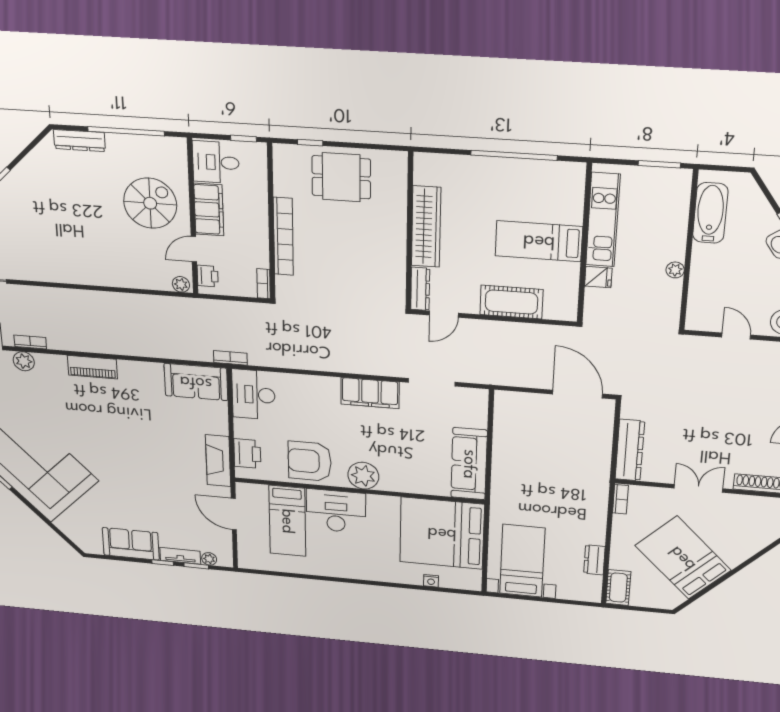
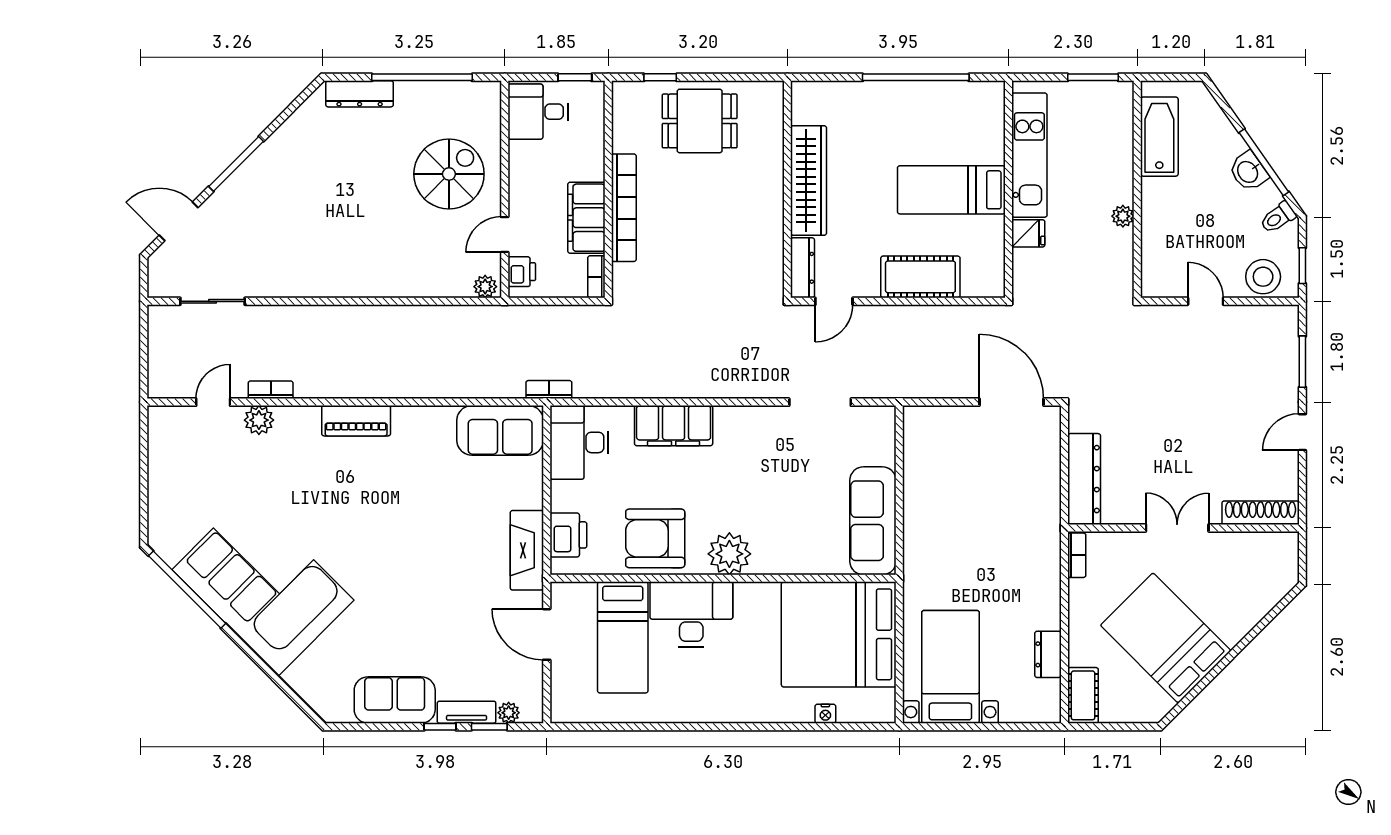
filing cabinet: (209, 210) -> (586, 218), moved, turned 180
filing cabinet: (370, 393) -> (674, 426), moved

